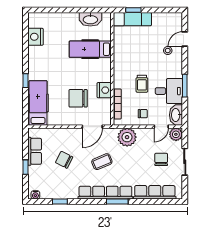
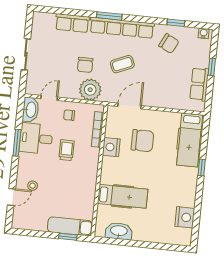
plant: (176, 134) -> (33, 87), removed
chair: (161, 159) -> (85, 65), moved
chair: (64, 160) -> (169, 44), moved
row of seats: (155, 192) -> (72, 23), width x0.68

